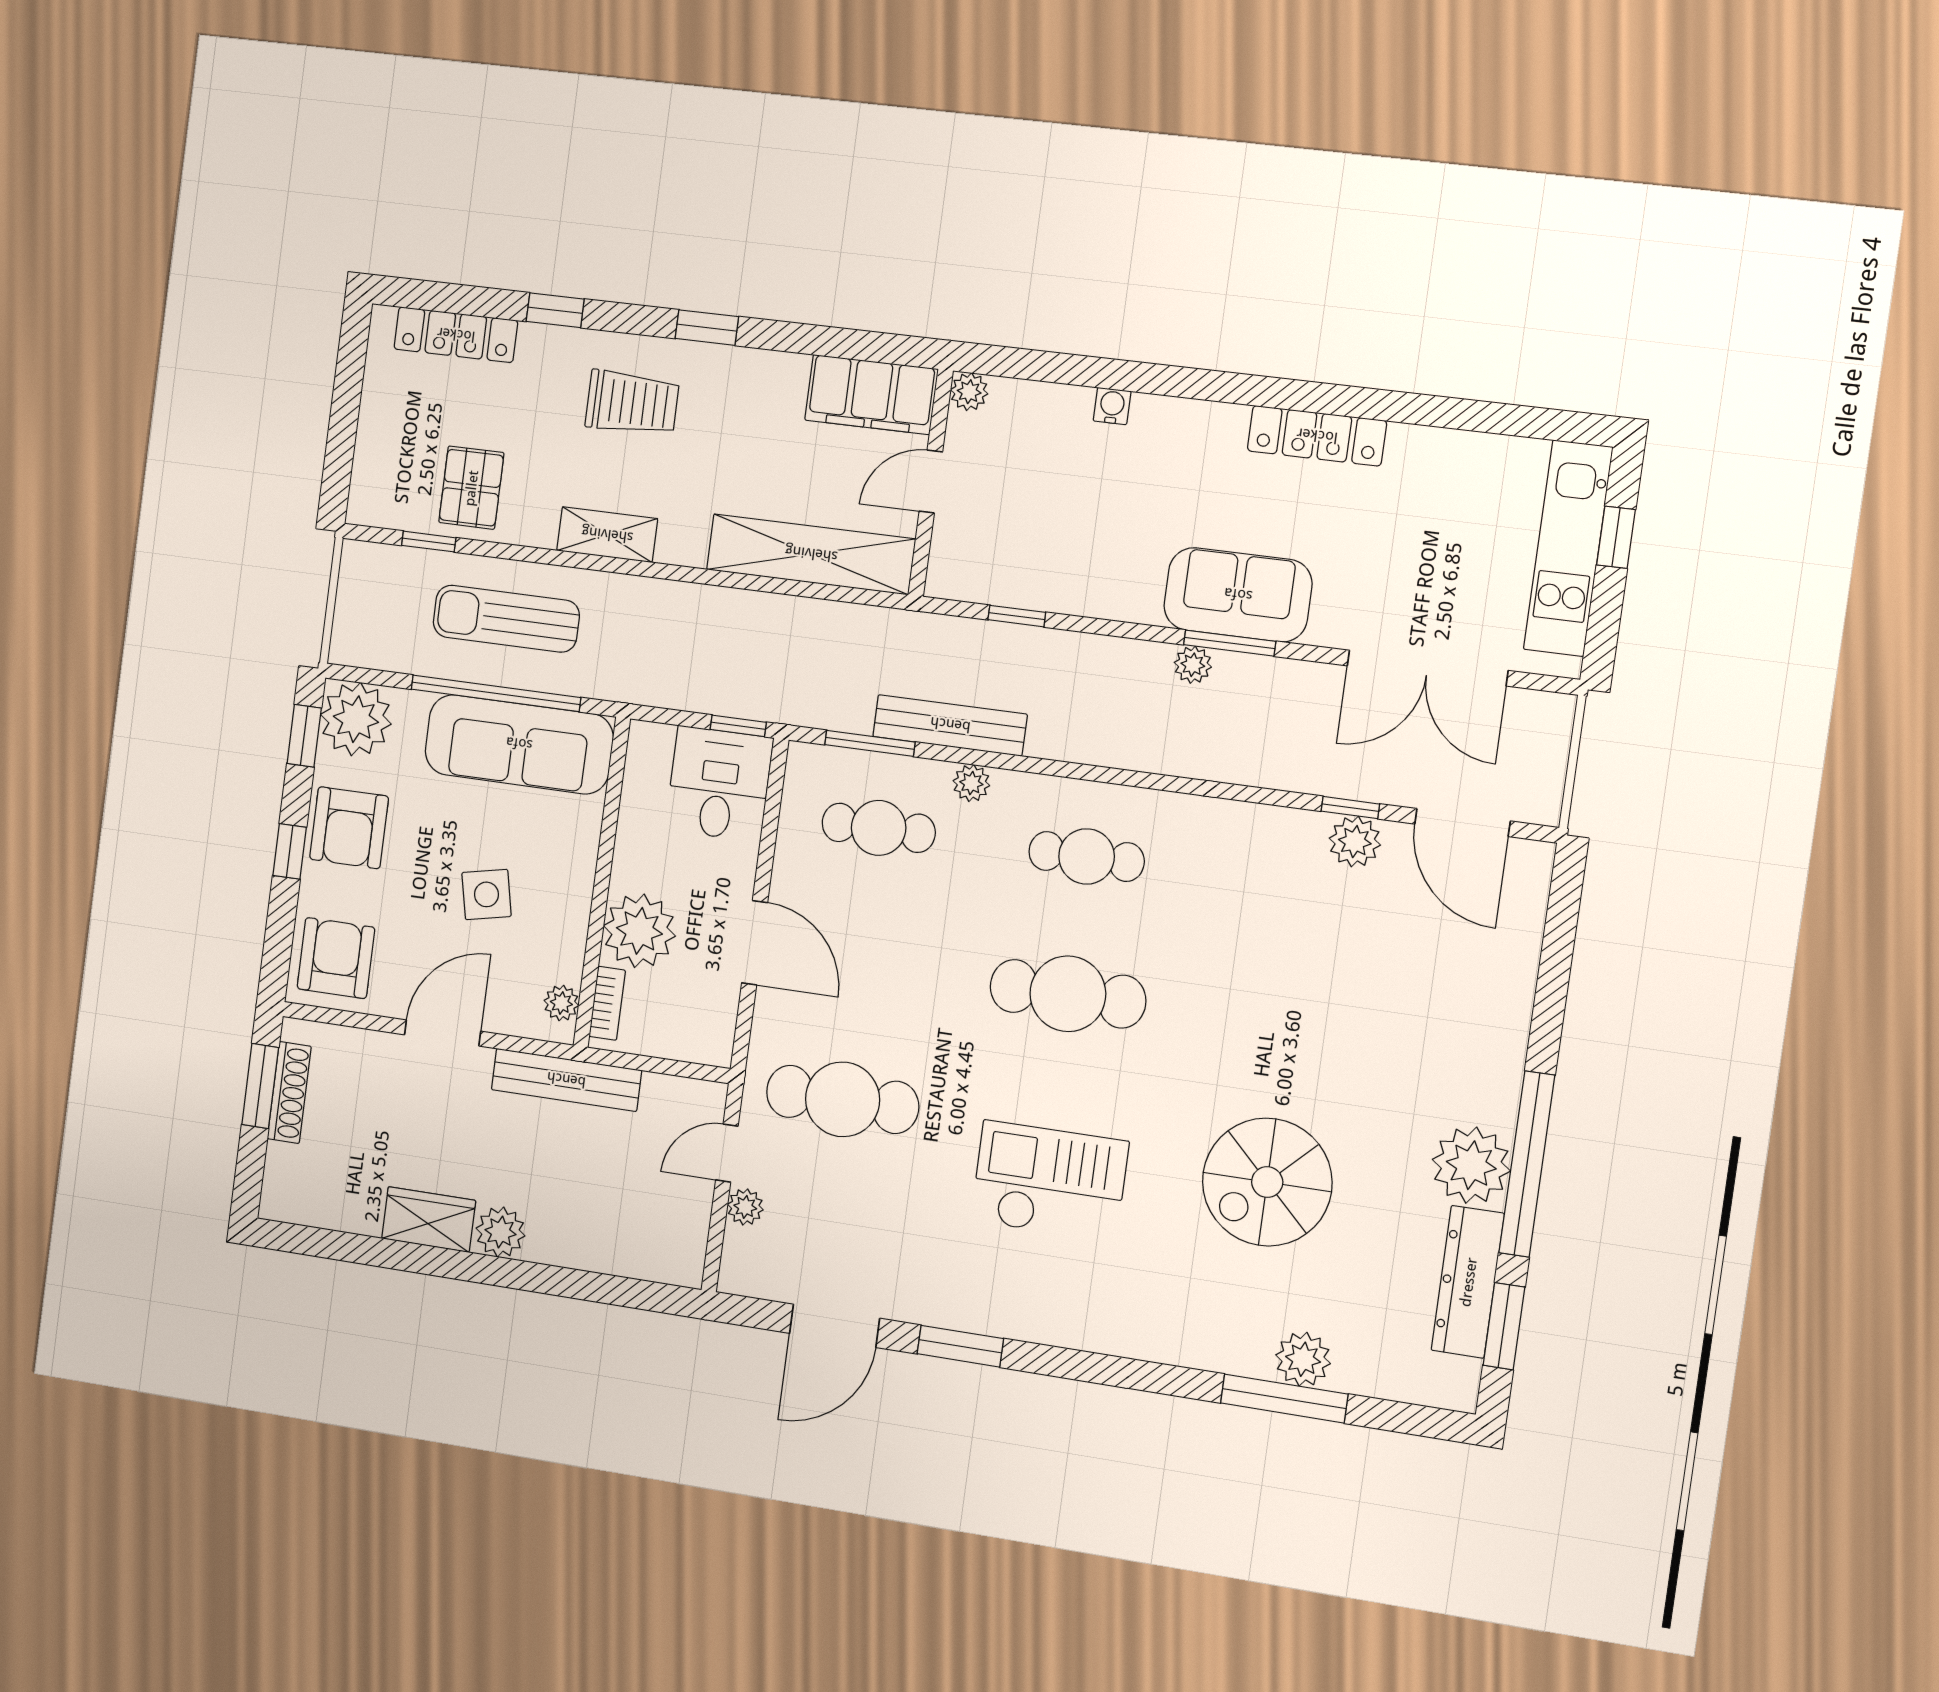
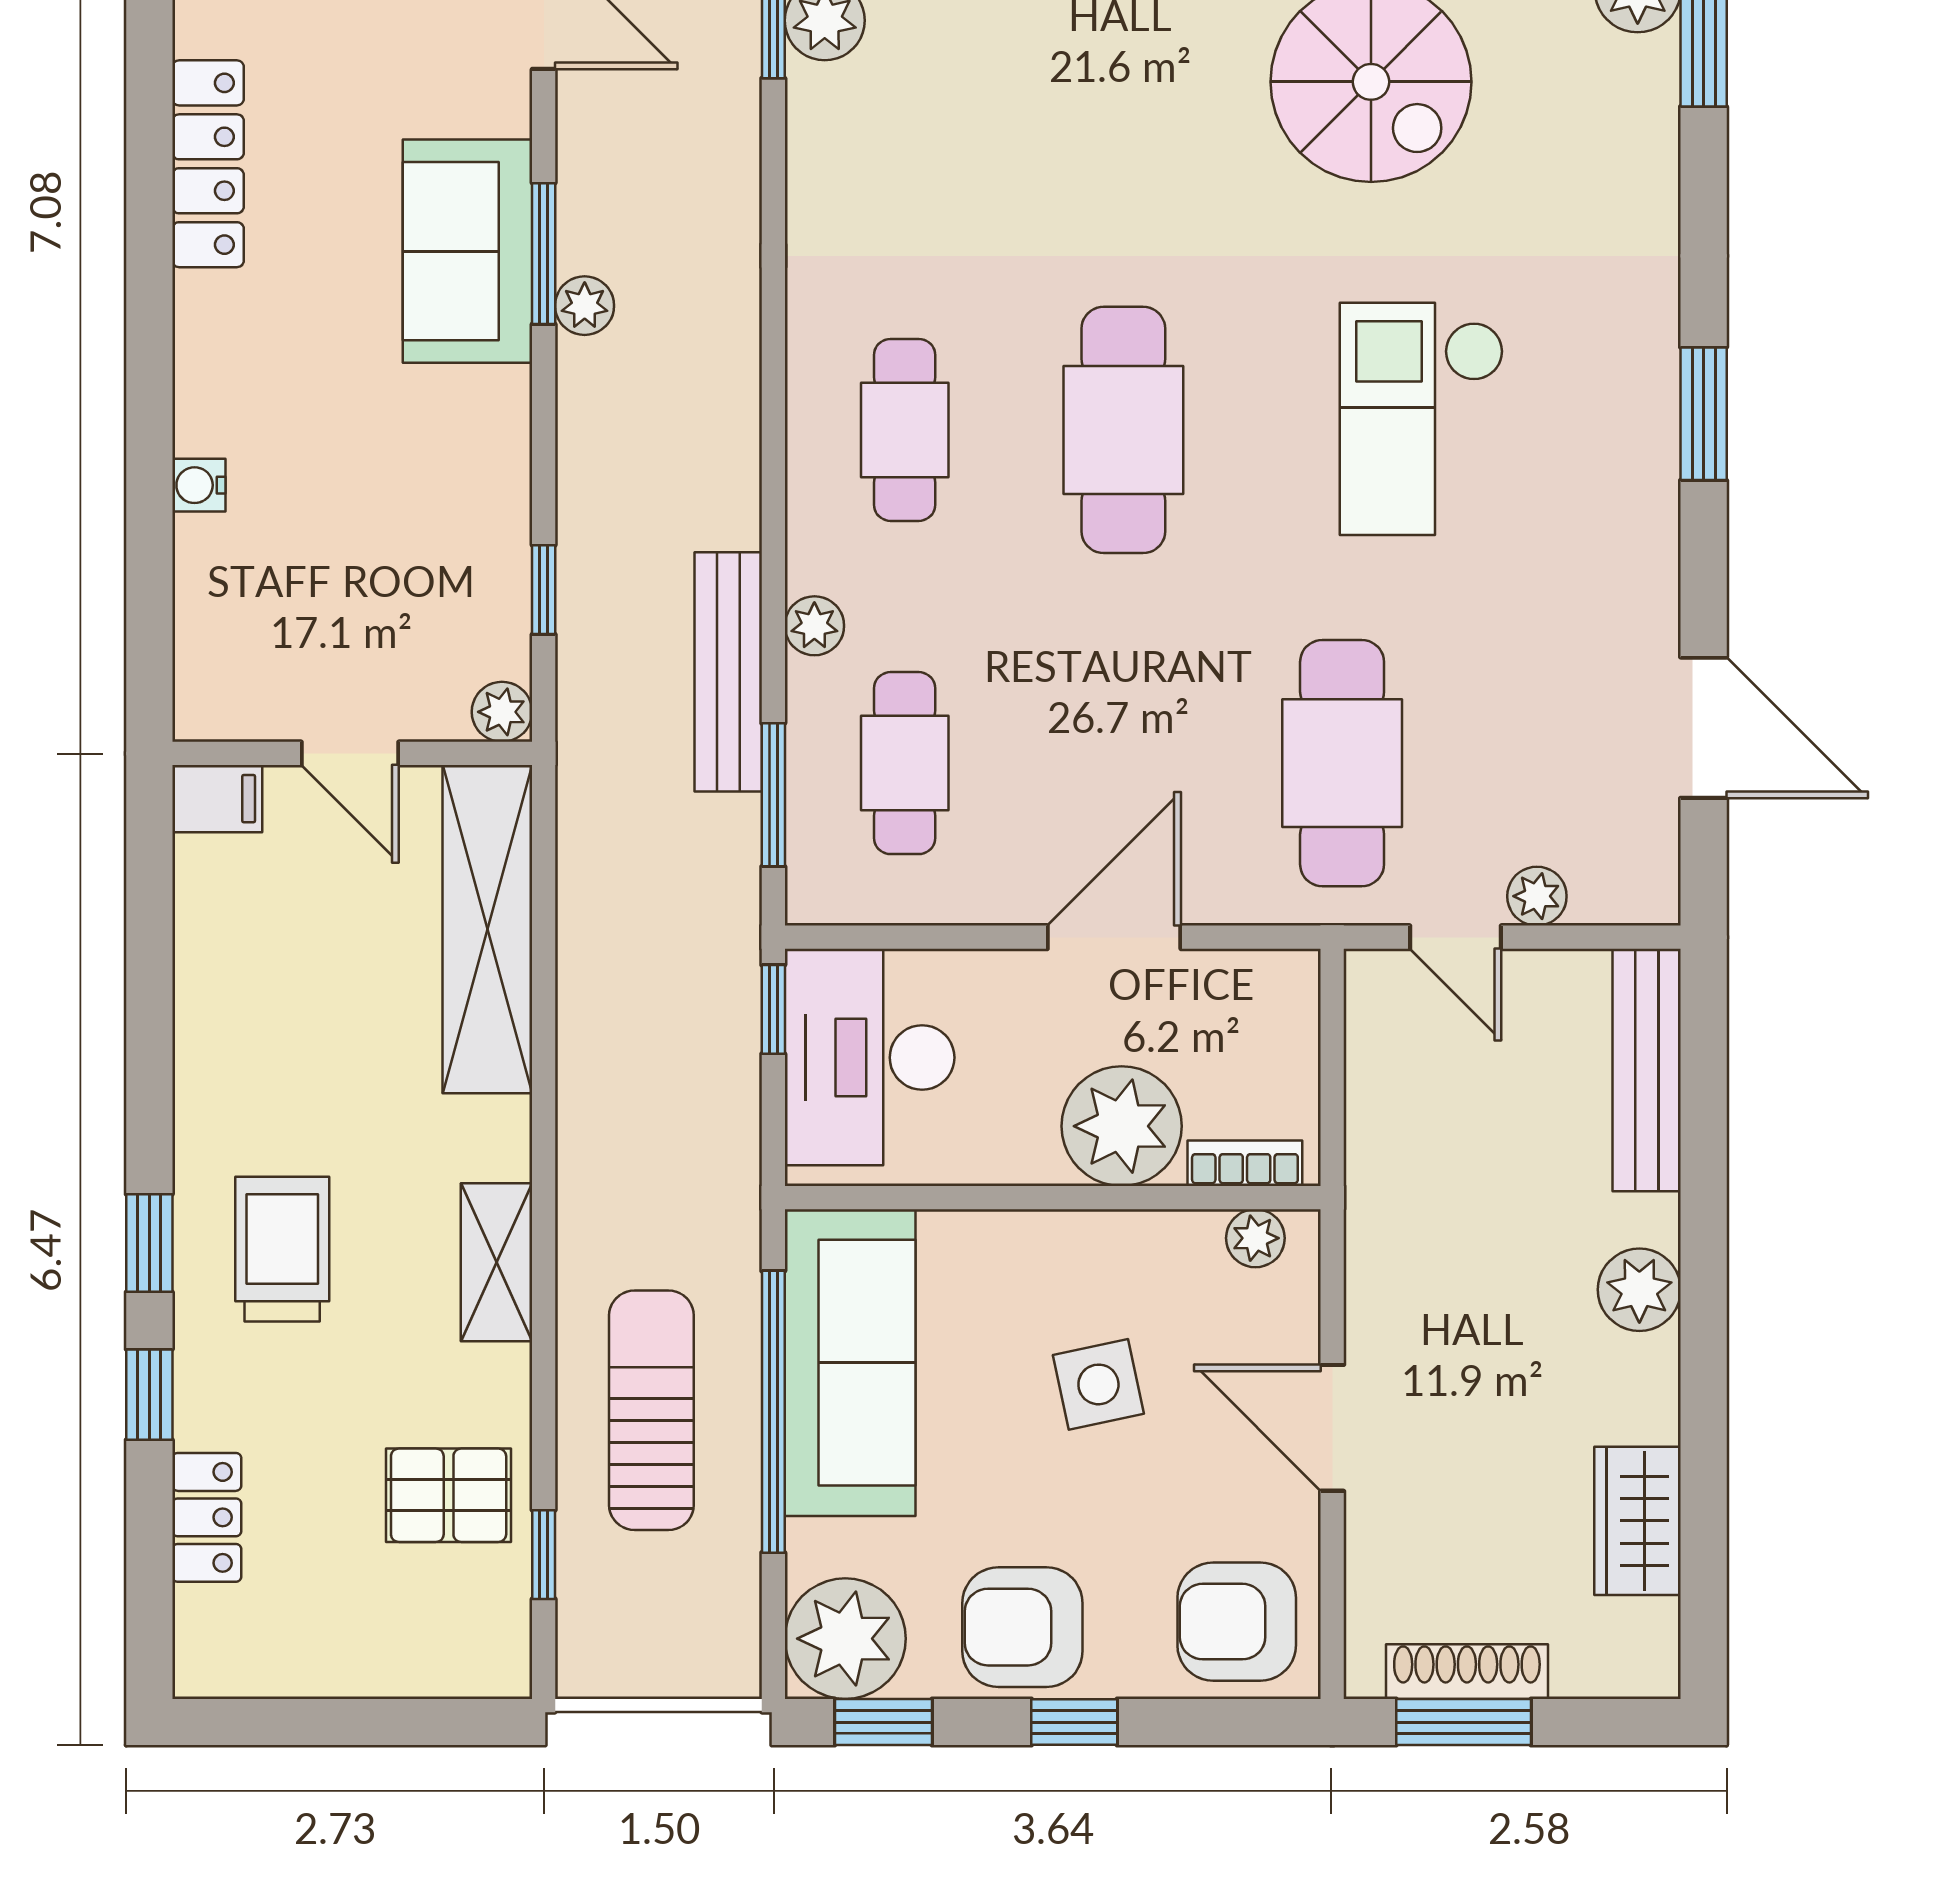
window: (707, 328) -> (149, 1243), moved
locker: (456, 335) -> (207, 1517), width x0.66
plant: (969, 392) -> (502, 712), moved
filing cabinet: (871, 395) -> (217, 799), width x0.33, depth x0.86
sun lounger: (506, 619) -> (651, 1410), turned 180
desk: (719, 784) -> (870, 1058), width x1.37
armchair: (349, 828) -> (1022, 1627), turned 180
bench: (566, 1080) -> (1647, 1070), moved
wardrobe: (429, 1219) -> (1638, 1521), moved
window: (960, 1346) -> (1704, 414), moved

